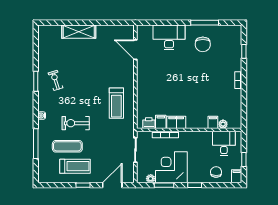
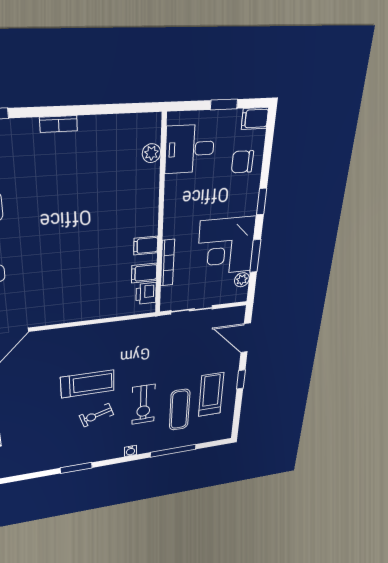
exercise bike: (56, 80) -> (96, 415), moved
treadmill: (116, 103) -> (88, 384), moved
filing cabinet: (176, 122) -> (146, 246), width x0.50
filing cabinet: (213, 122) -> (147, 174), removed

